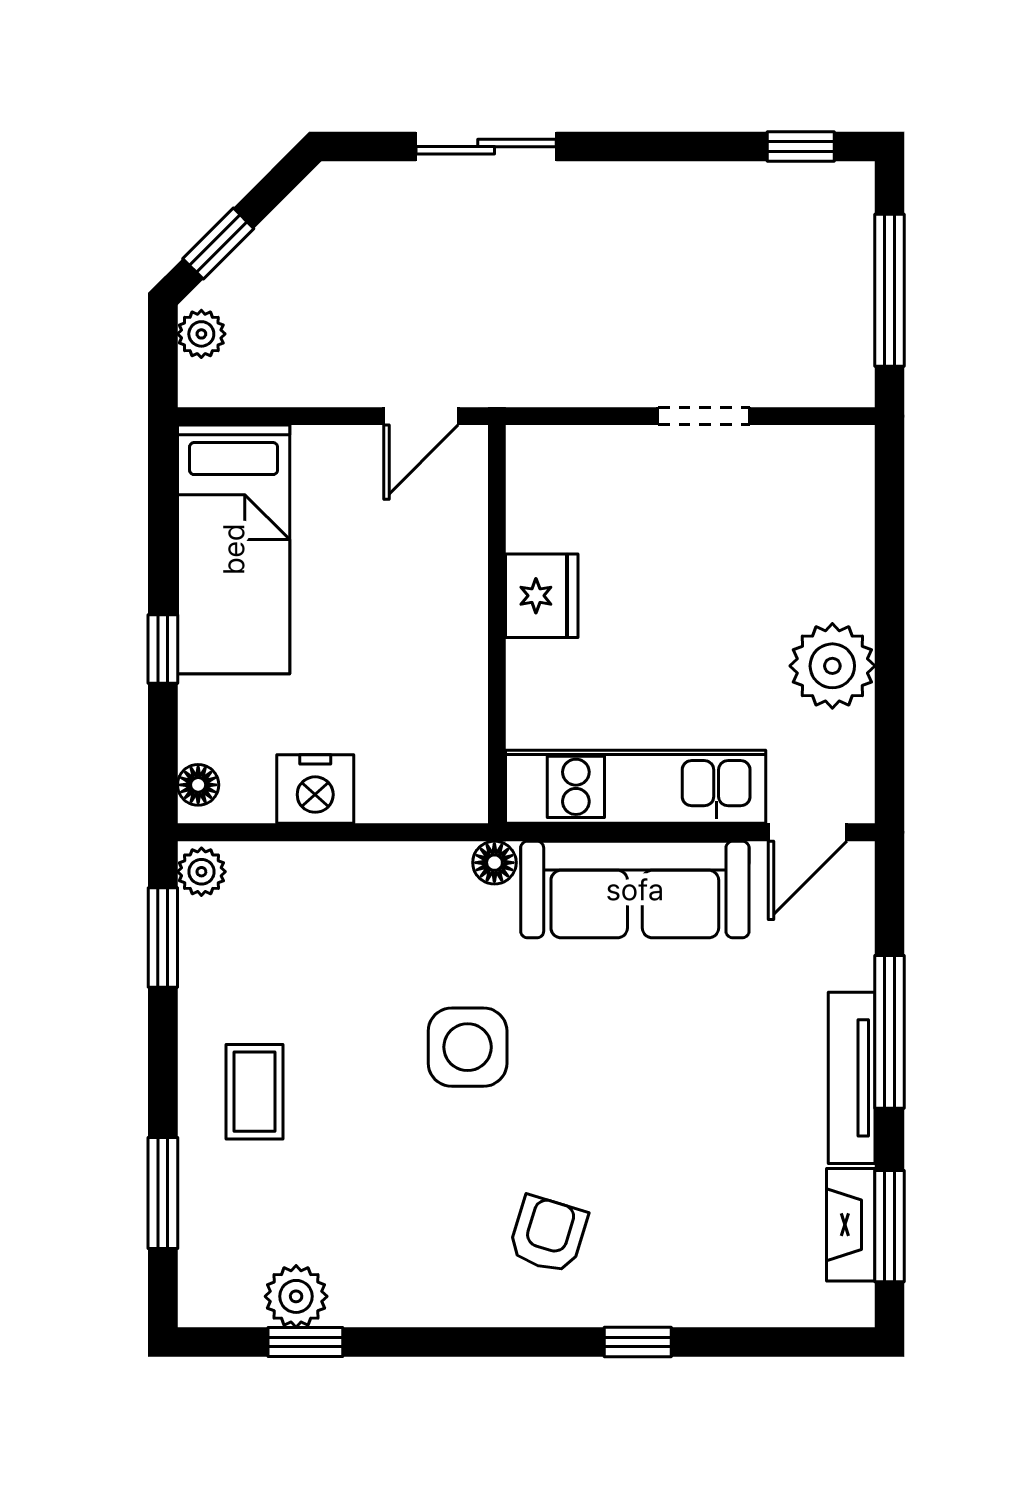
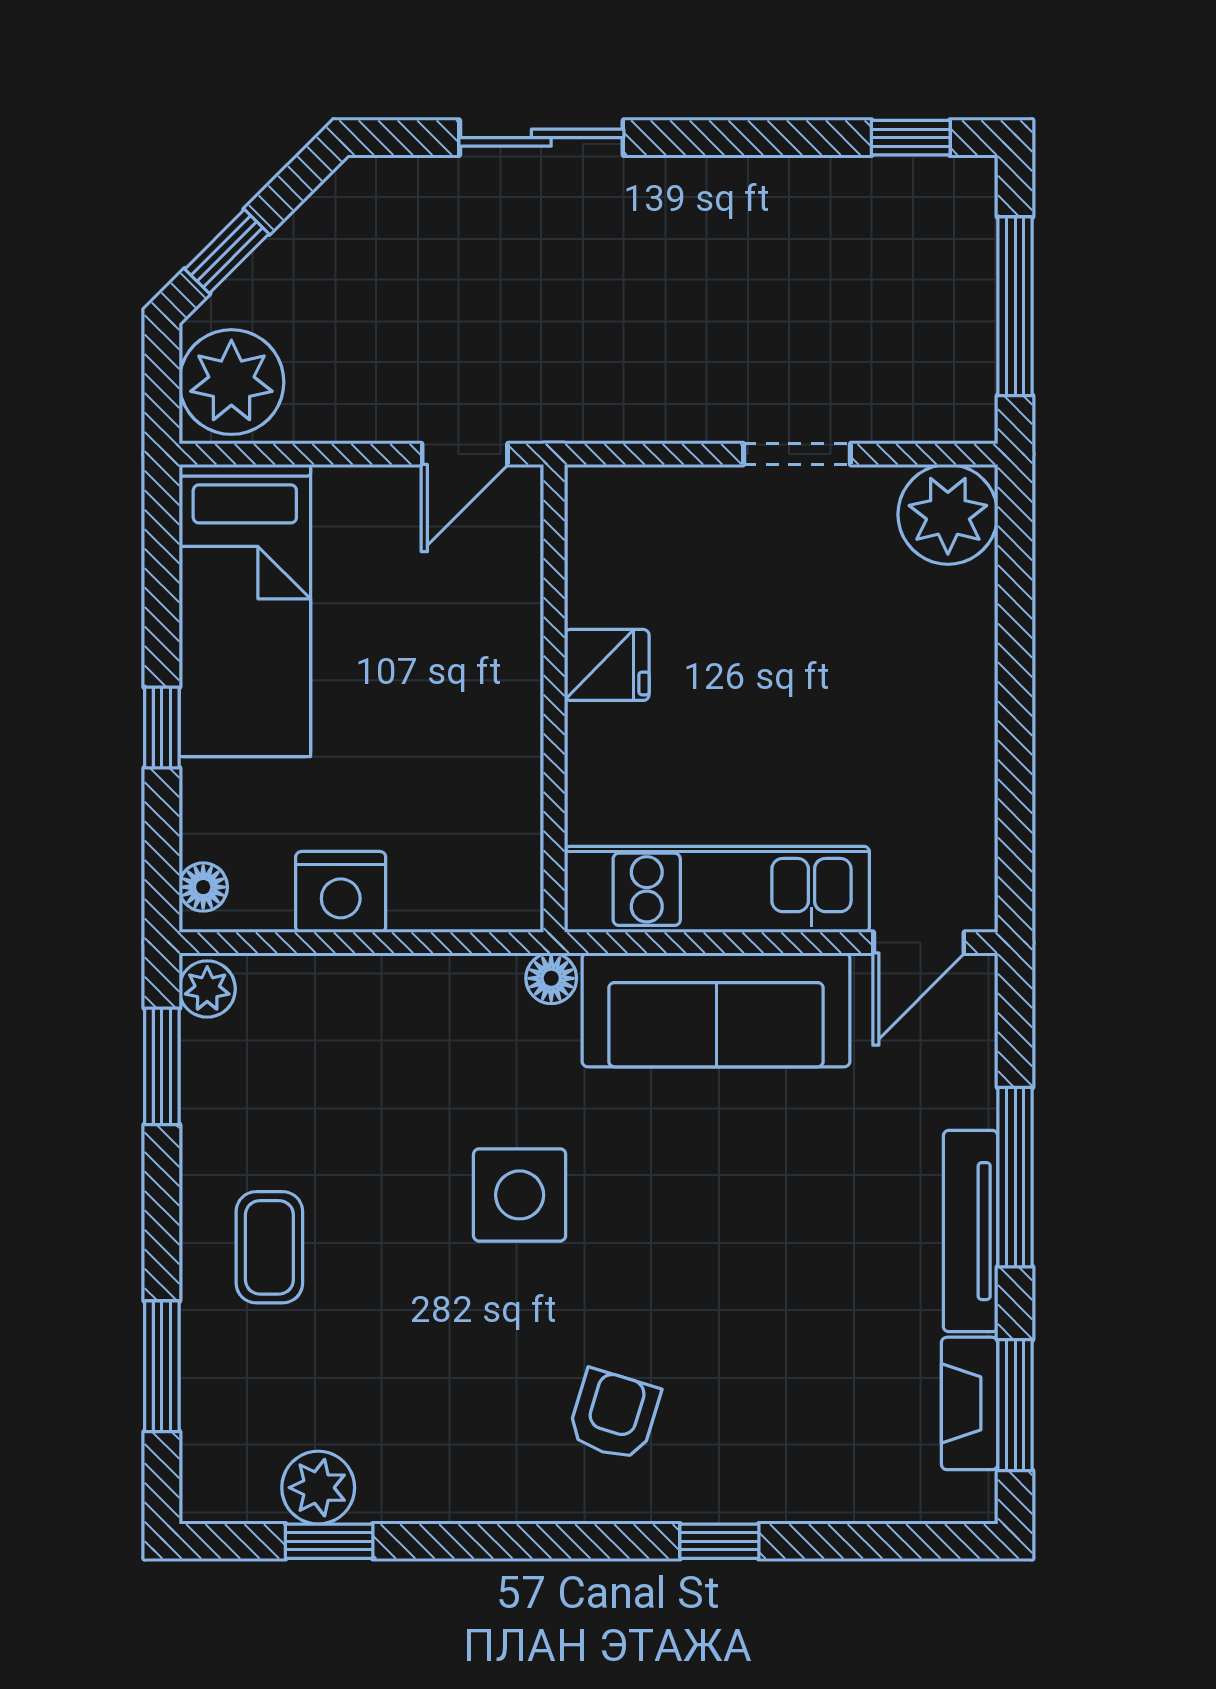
plant: (201, 334) -> (231, 382), width x1.88, depth x1.88
fridge: (542, 596) -> (607, 665), width x0.72
plant: (832, 666) -> (948, 514), moved

